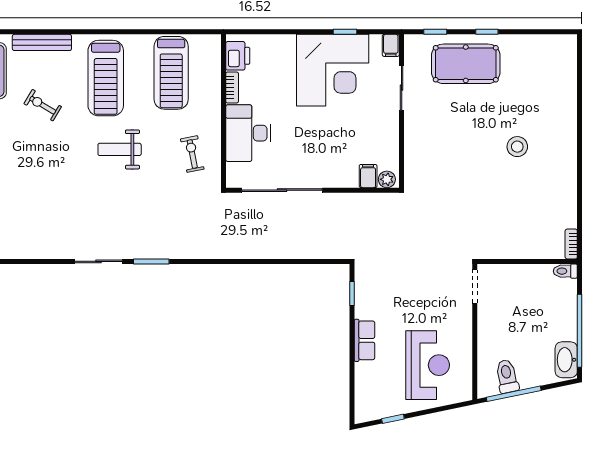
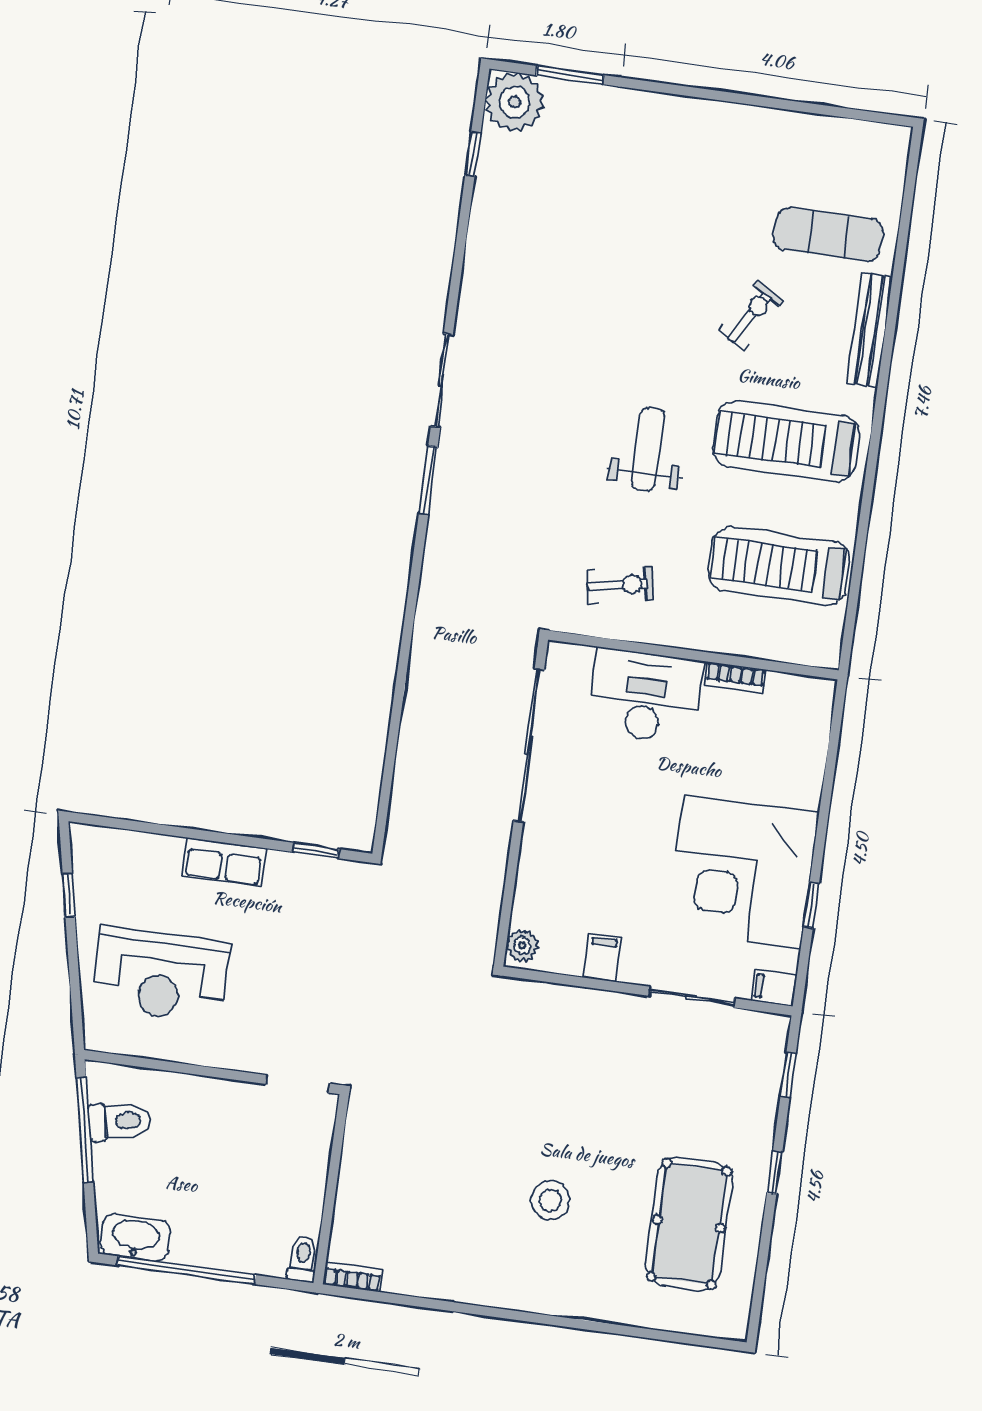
printer: (238, 56) -> (794, 696), removed
pool table: (466, 64) -> (689, 1224), moved
filing cabinet: (368, 176) -> (602, 958), moved, turned -90

